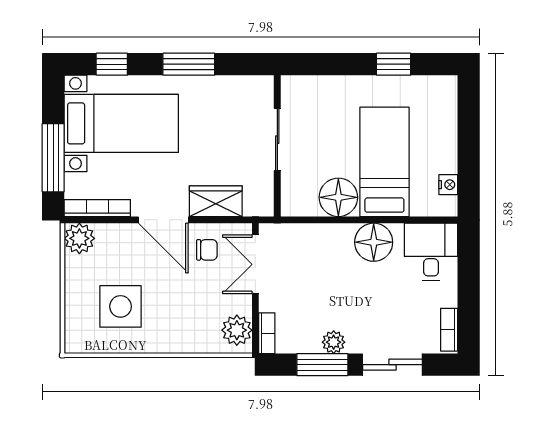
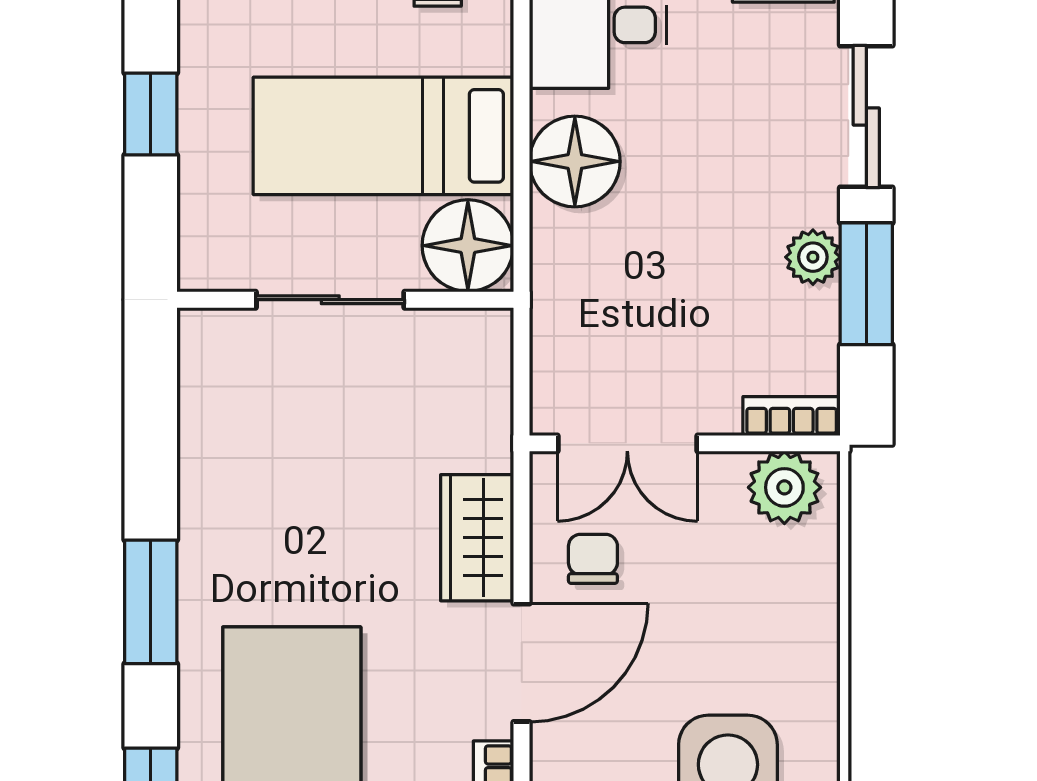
sliding door: (277, 140) -> (330, 300), moved
wall: (277, 146) -> (345, 300), moved

